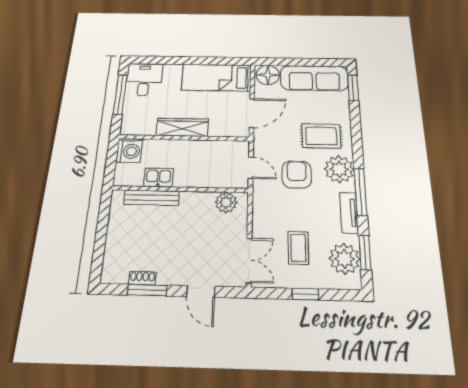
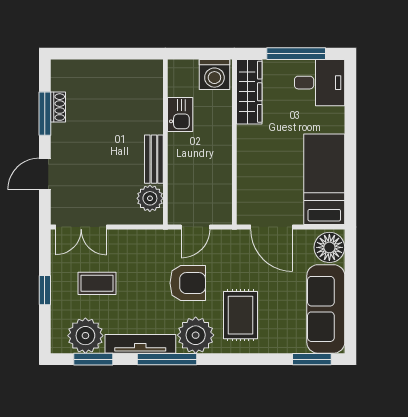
wardrobe: (182, 127) -> (249, 92), moved
bench: (152, 198) -> (154, 159), moved, width x0.73
tv unit: (349, 213) -> (140, 344), width x1.41

